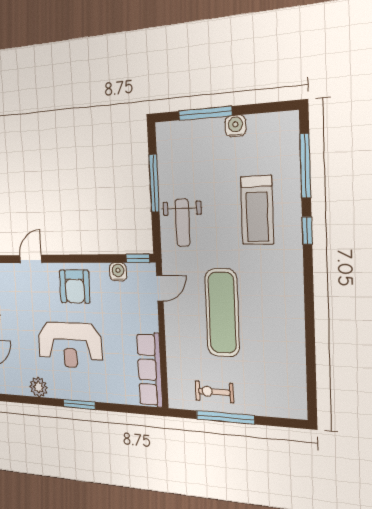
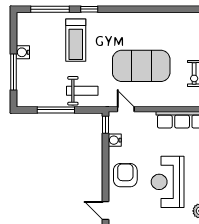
treadmill: (257, 210) -> (76, 40), turned 90
armchair: (75, 286) -> (125, 175), turned -90
exercise mat: (222, 313) -> (141, 66), width x1.47
reception desk: (70, 345) -> (168, 182), turned 180

